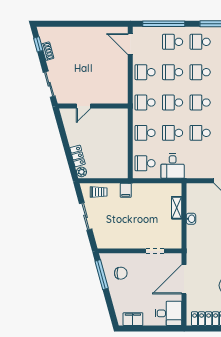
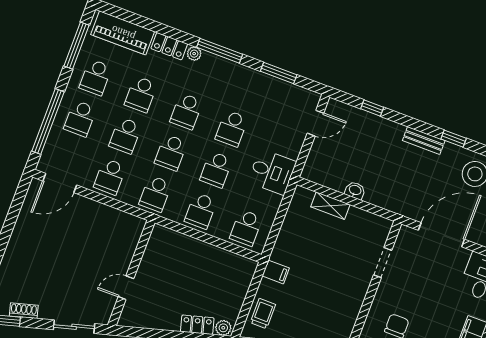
door: (84, 106) -> (126, 288), swing flipped
desk: (173, 166) -> (272, 172), moved
door: (184, 279) -> (441, 235), swing flipped

